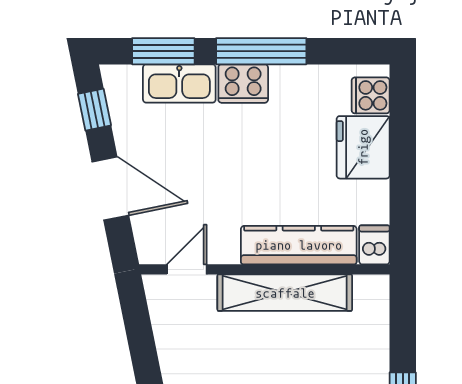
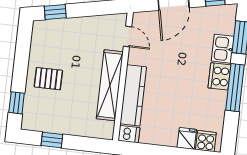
kitchen sink: (179, 83) -> (223, 49), width x0.73
fridge: (363, 147) -> (187, 138), width x0.53, depth x0.75

